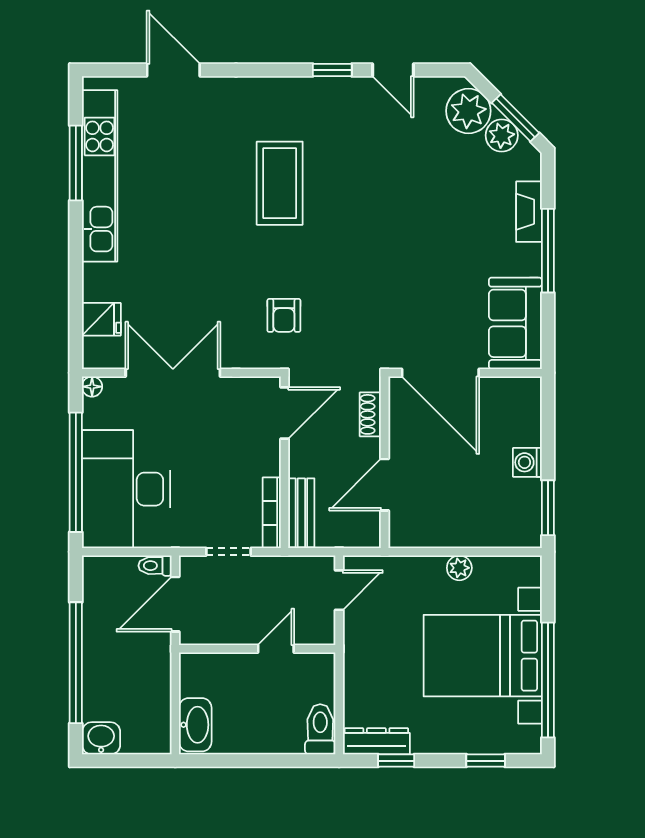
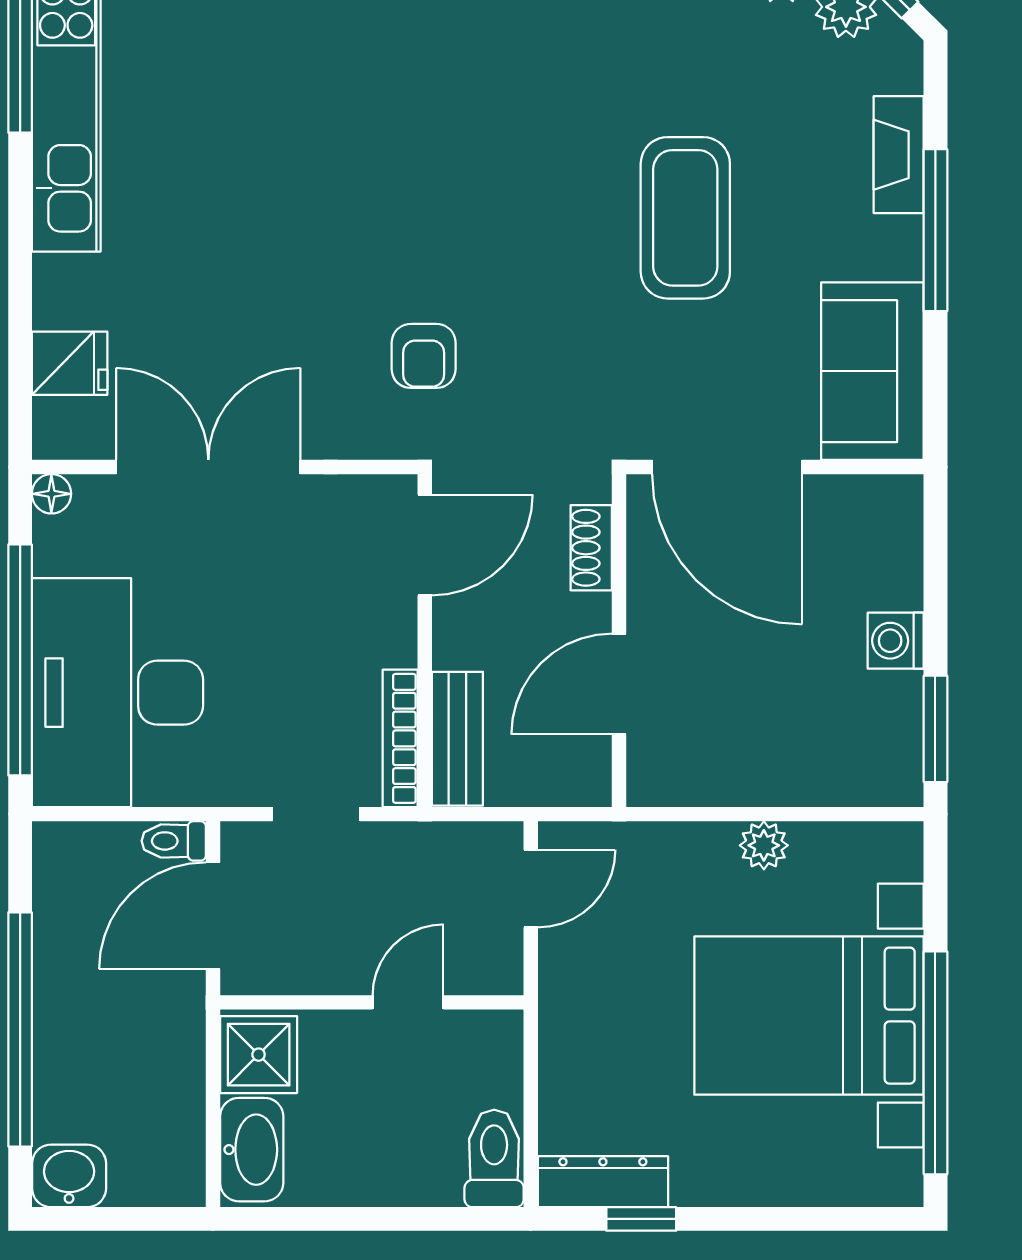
coffee table: (280, 183) -> (685, 218), moved
shower: (199, 676) -> (259, 1055), added
window: (486, 761) -> (815, 1219), removed

